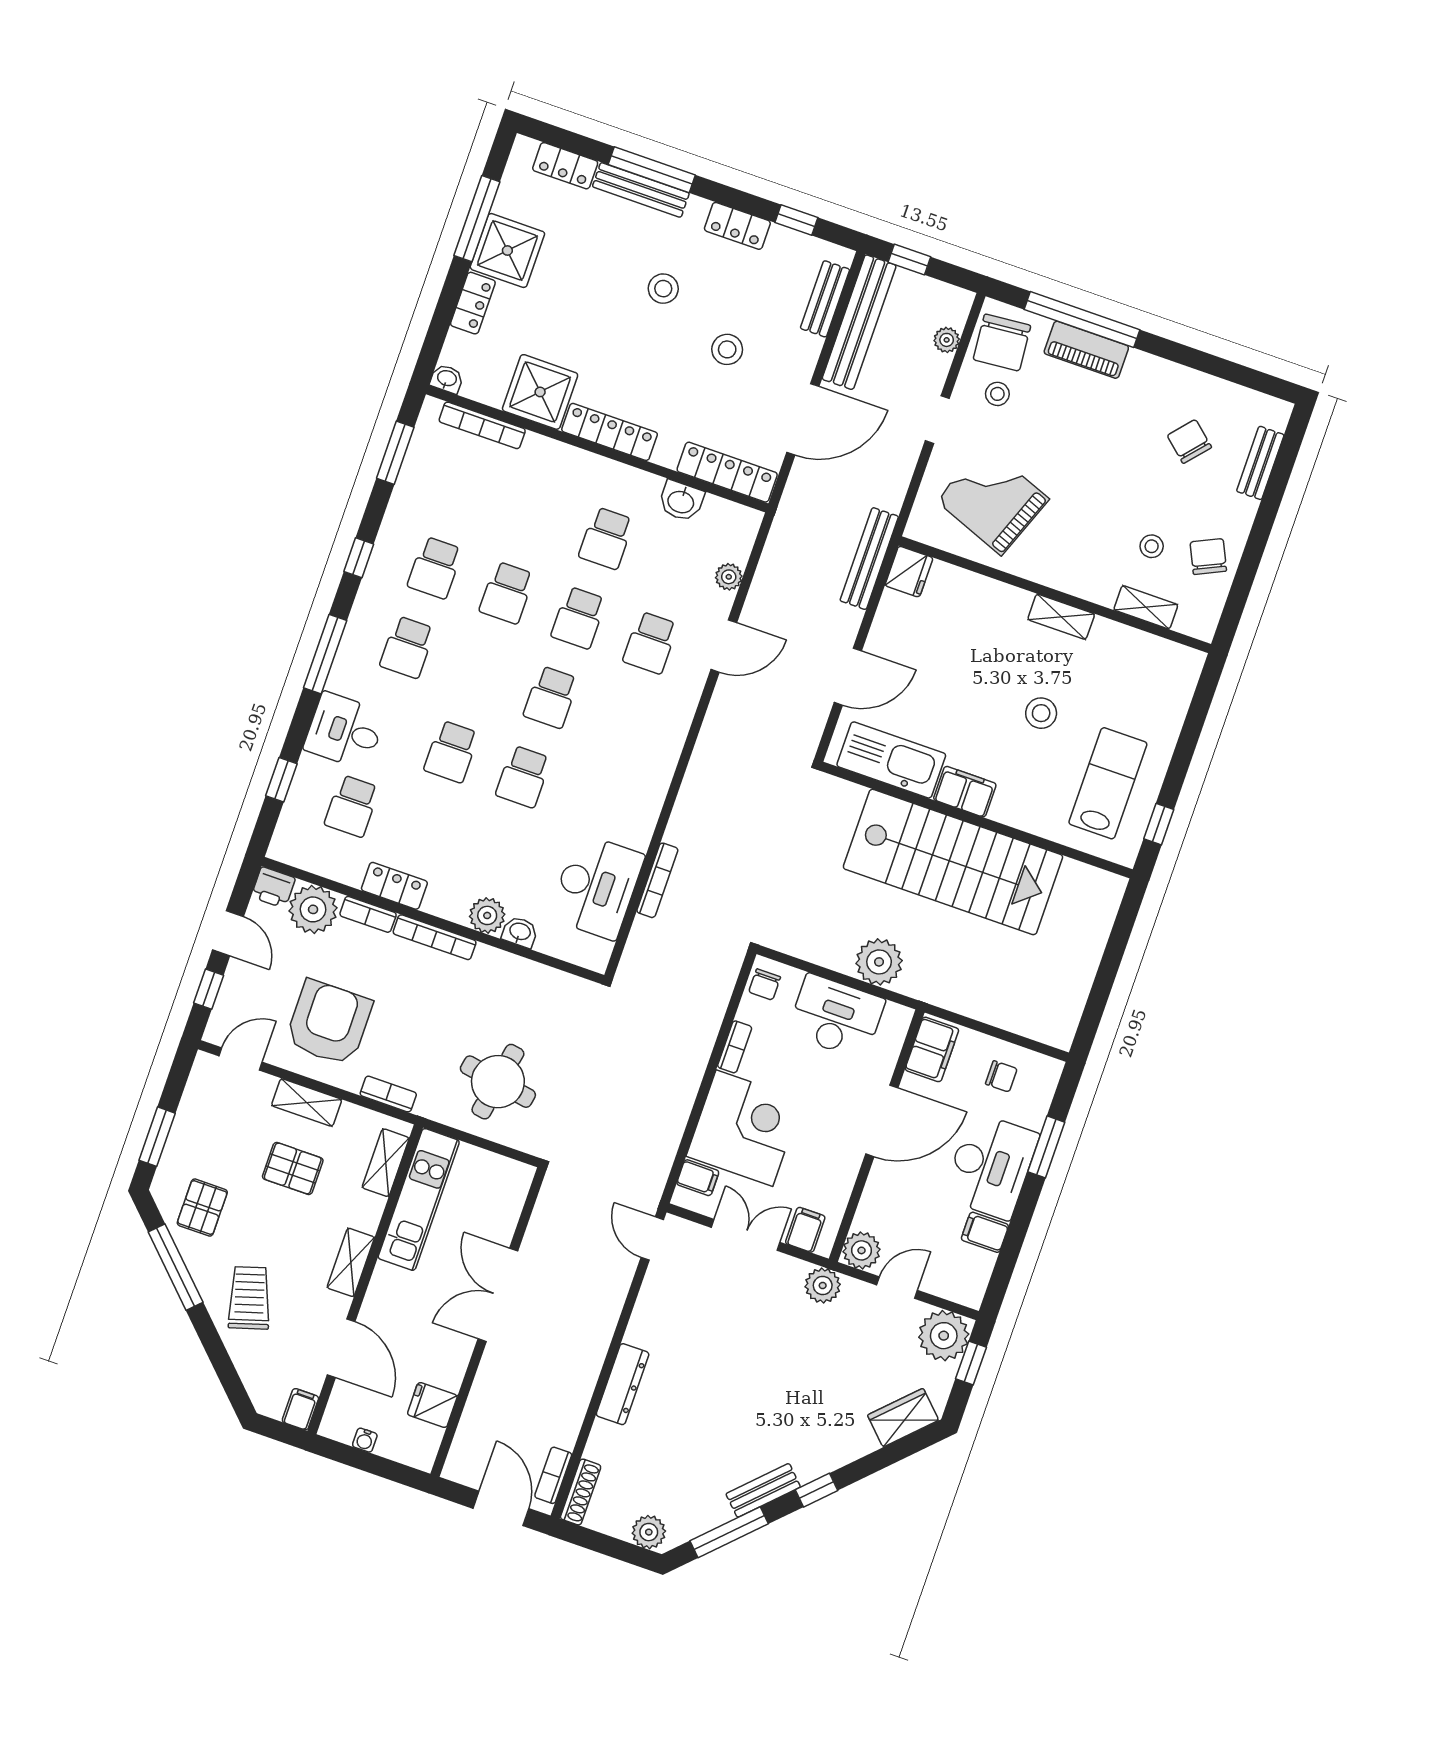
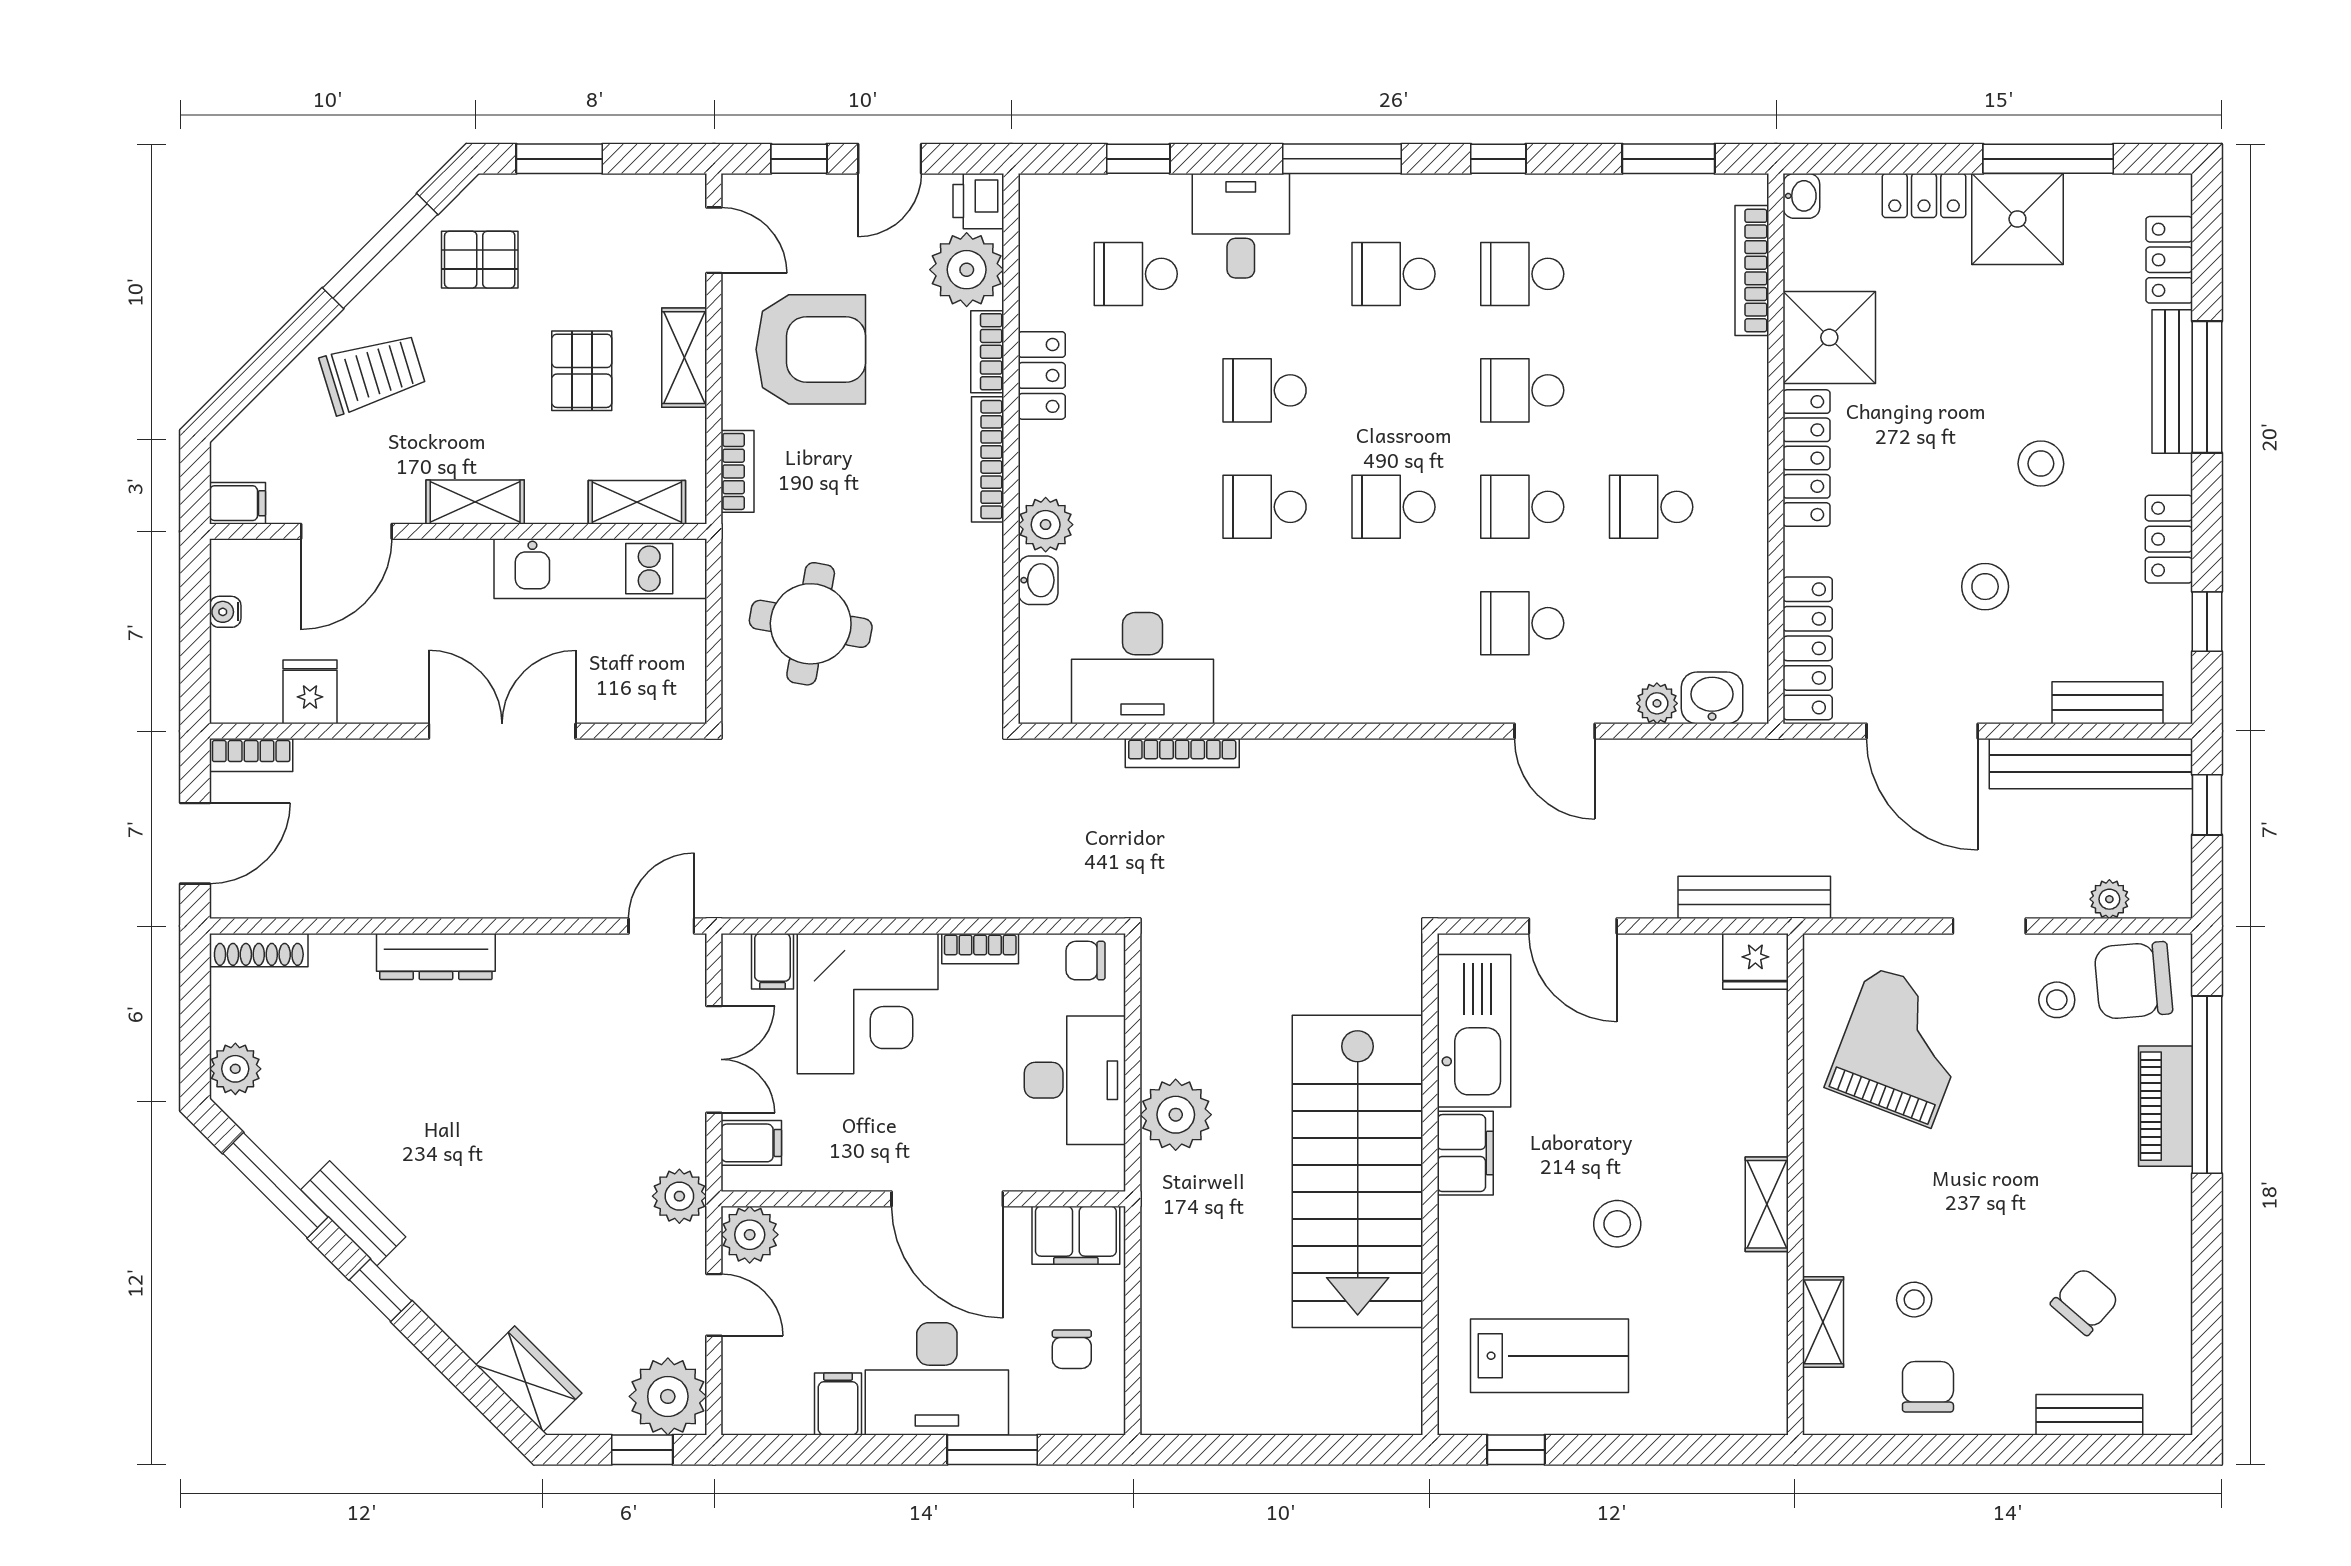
washbasin: (681, 501) -> (1712, 698), moved, turned 90
chair: (1208, 557) -> (1928, 1387), turned -65
bookcase: (553, 1475) -> (251, 755), moved, turned 180

